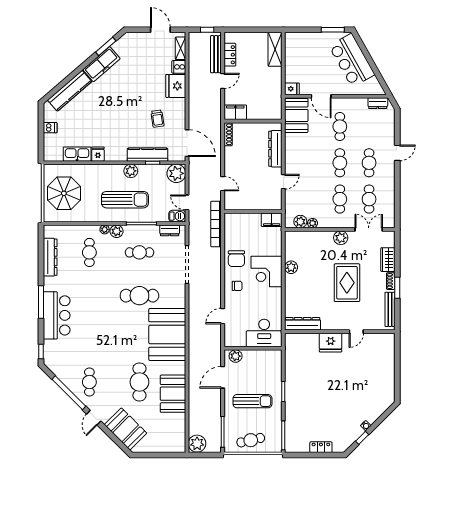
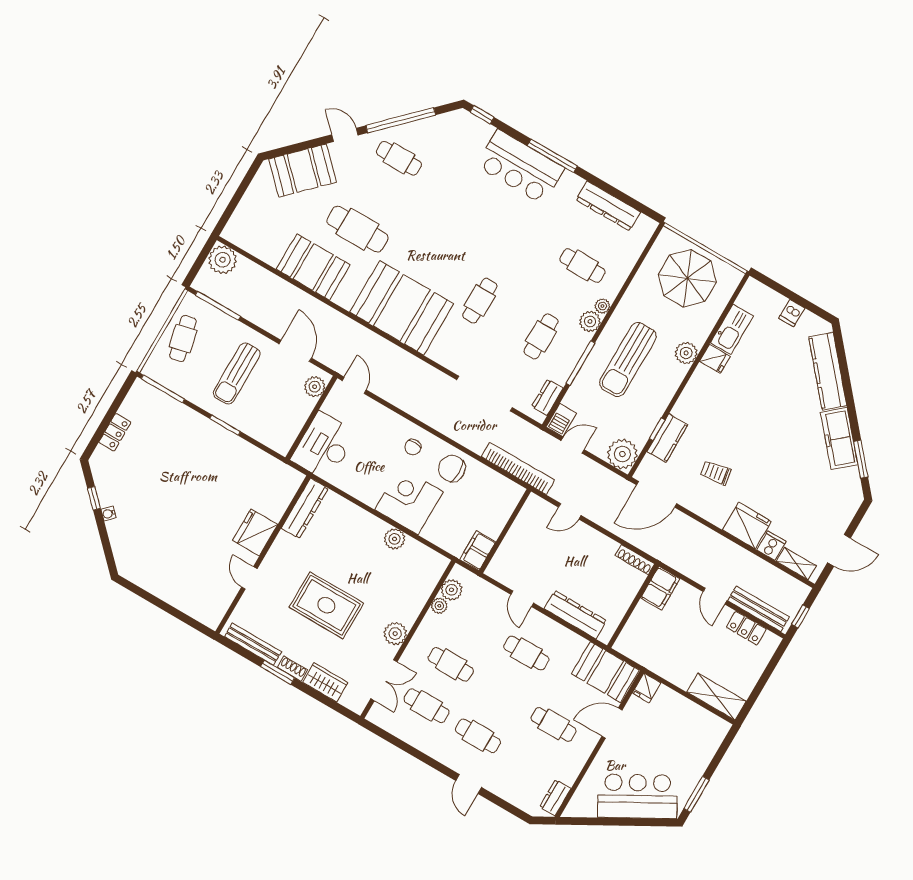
kitchen counter: (147, 155) -> (667, 438), width x0.67
cafe table: (340, 163) -> (526, 653), moved
plant: (131, 171) -> (686, 353), moved
cafe table: (139, 296) -> (480, 301), width x0.73, depth x0.74
door: (223, 316) -> (354, 385), moved

